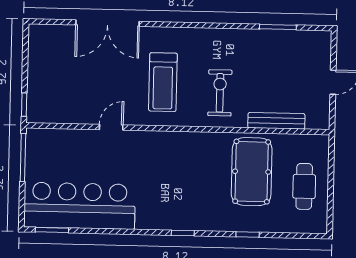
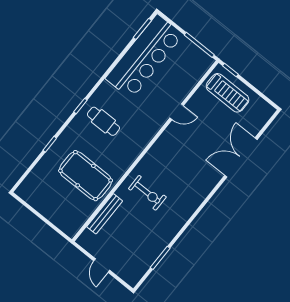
treadmill: (163, 82) -> (228, 93), moved, turned 180
door: (111, 127) -> (177, 112), hinge flipped
cafe table: (304, 186) -> (103, 121), moved

